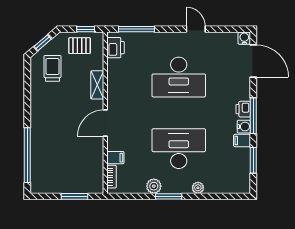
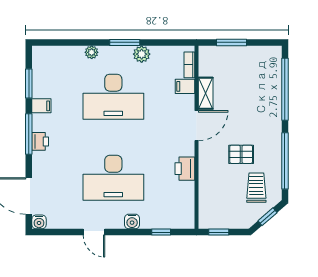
window: (137, 29) -> (161, 232), width x0.46
pallet: (80, 46) -> (241, 154), moved
printer: (116, 48) -> (185, 169), moved
trolley: (52, 68) -> (256, 188), turned 180
desk: (179, 77) -> (113, 178), turned 180
shelving: (97, 85) -> (206, 93), moved
window: (27, 92) -> (285, 161), added
water cooler: (244, 127) -> (132, 221), moved, turned -90

